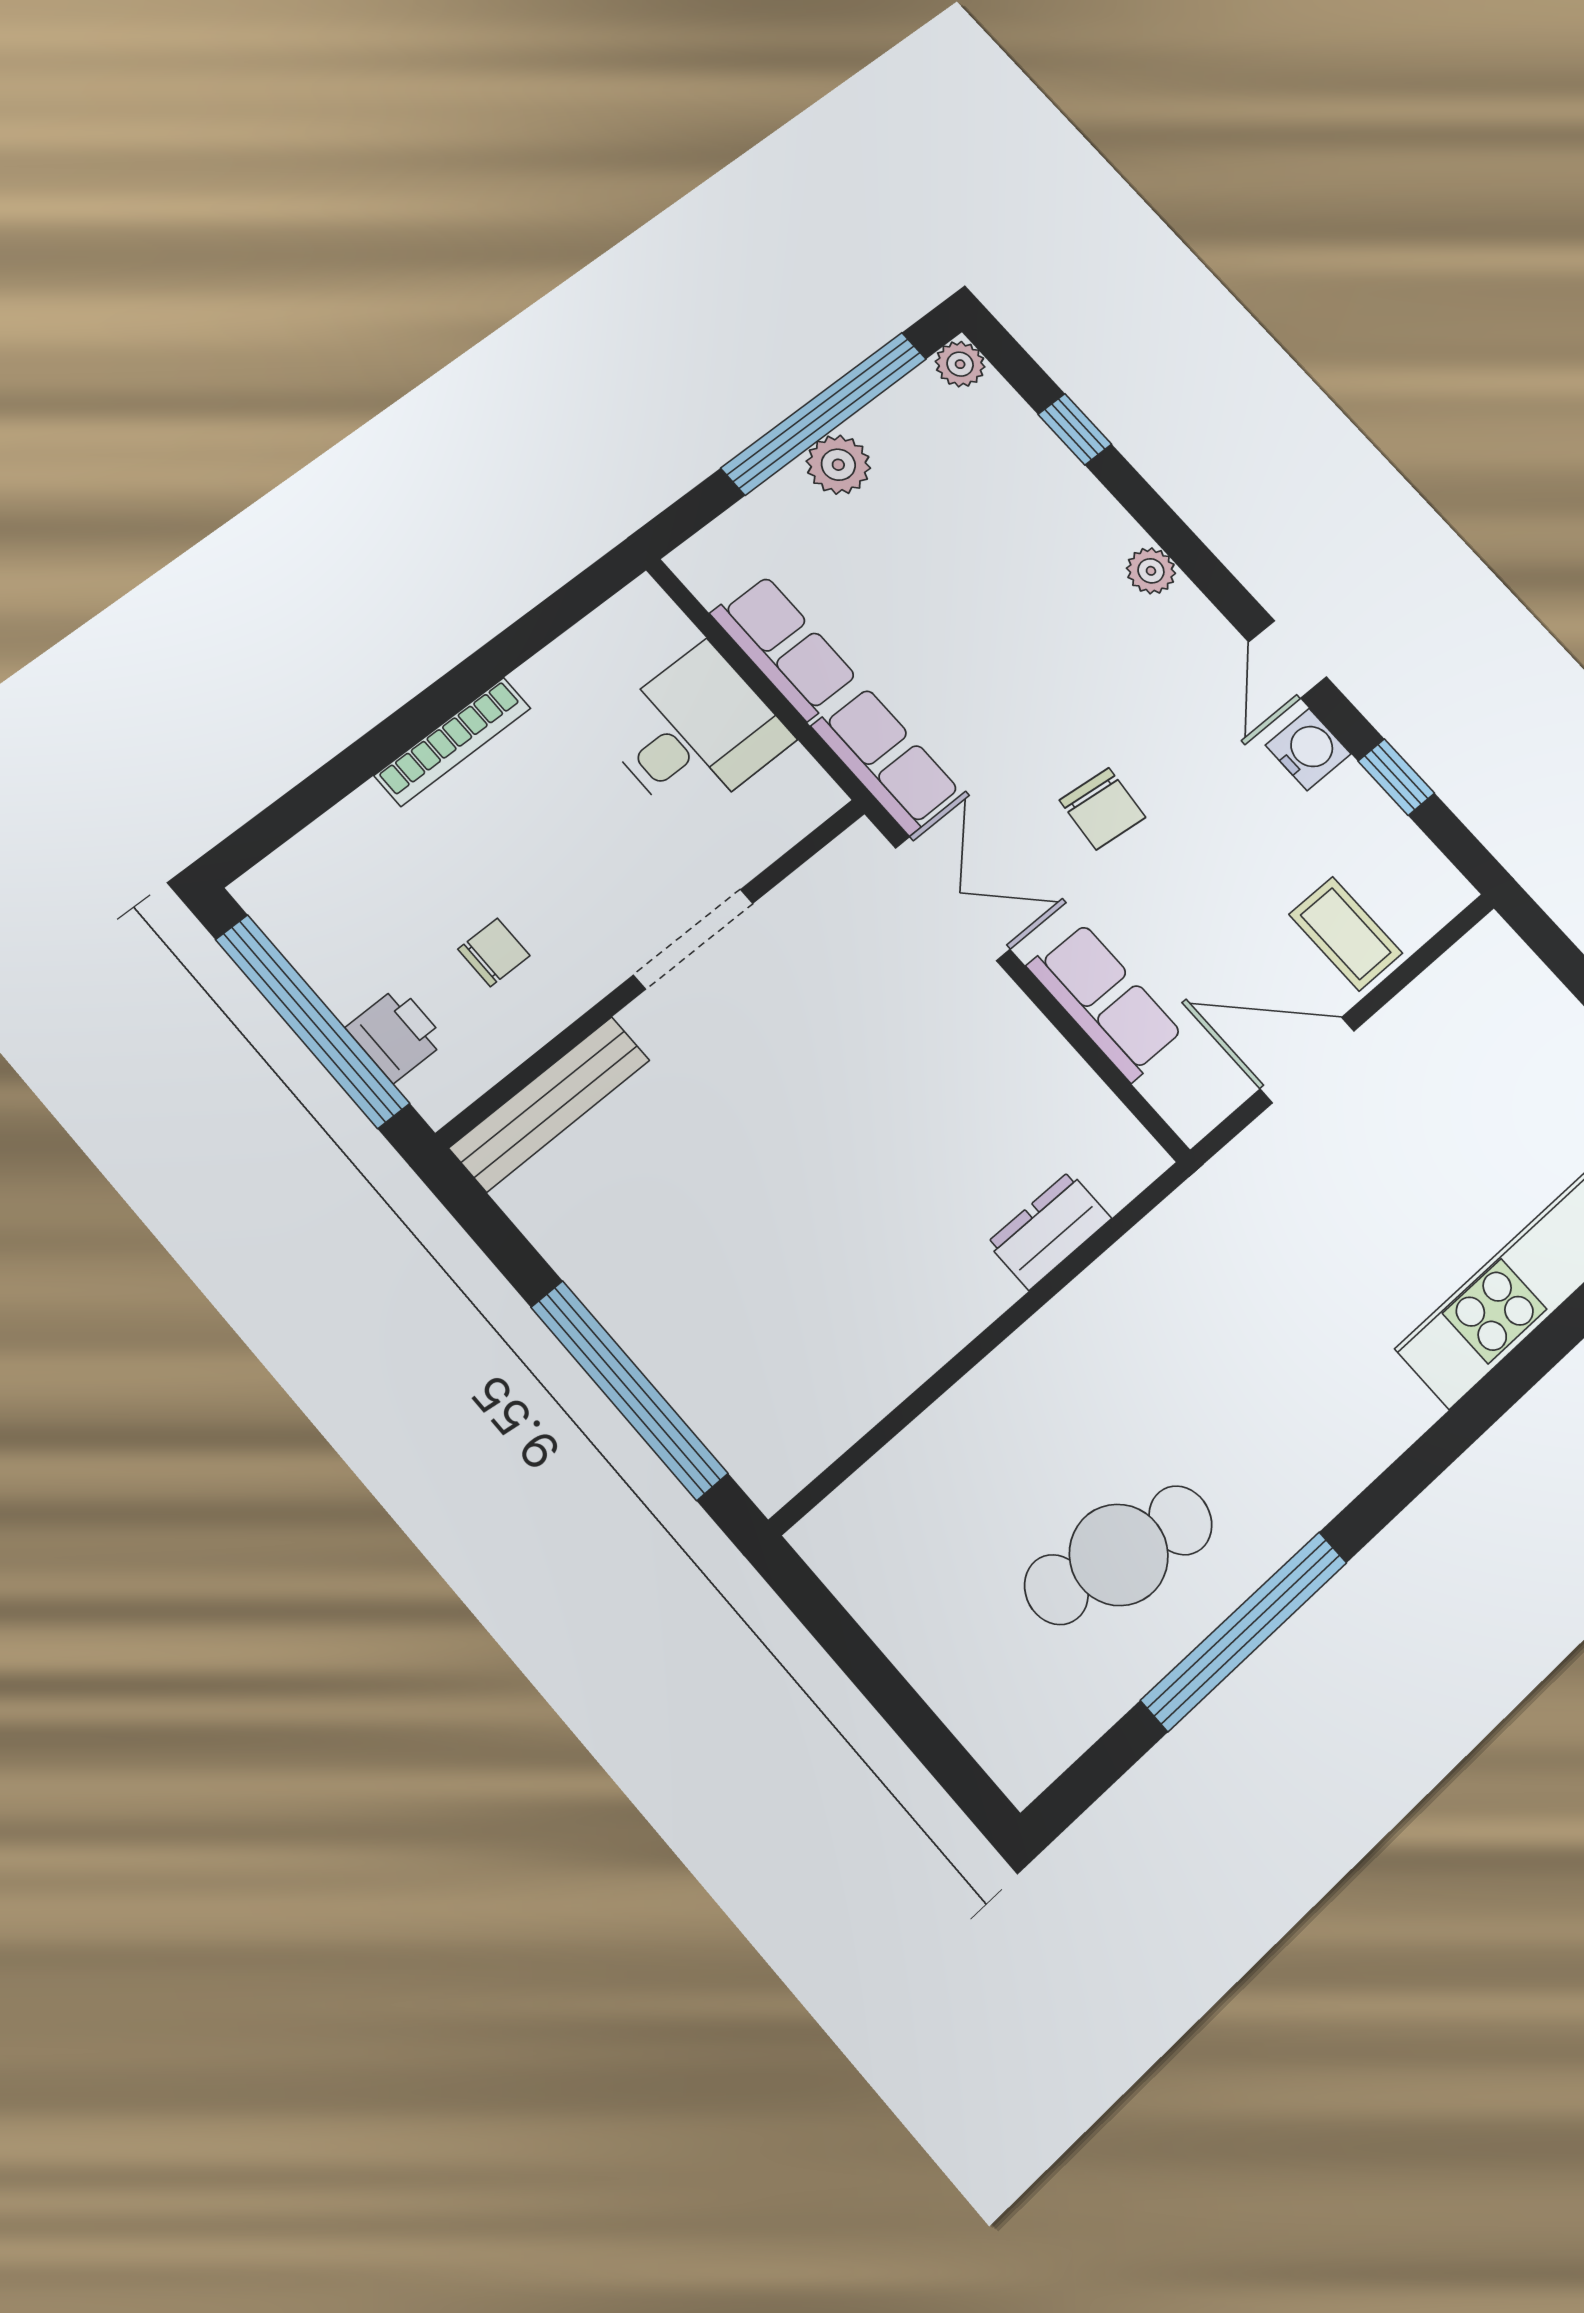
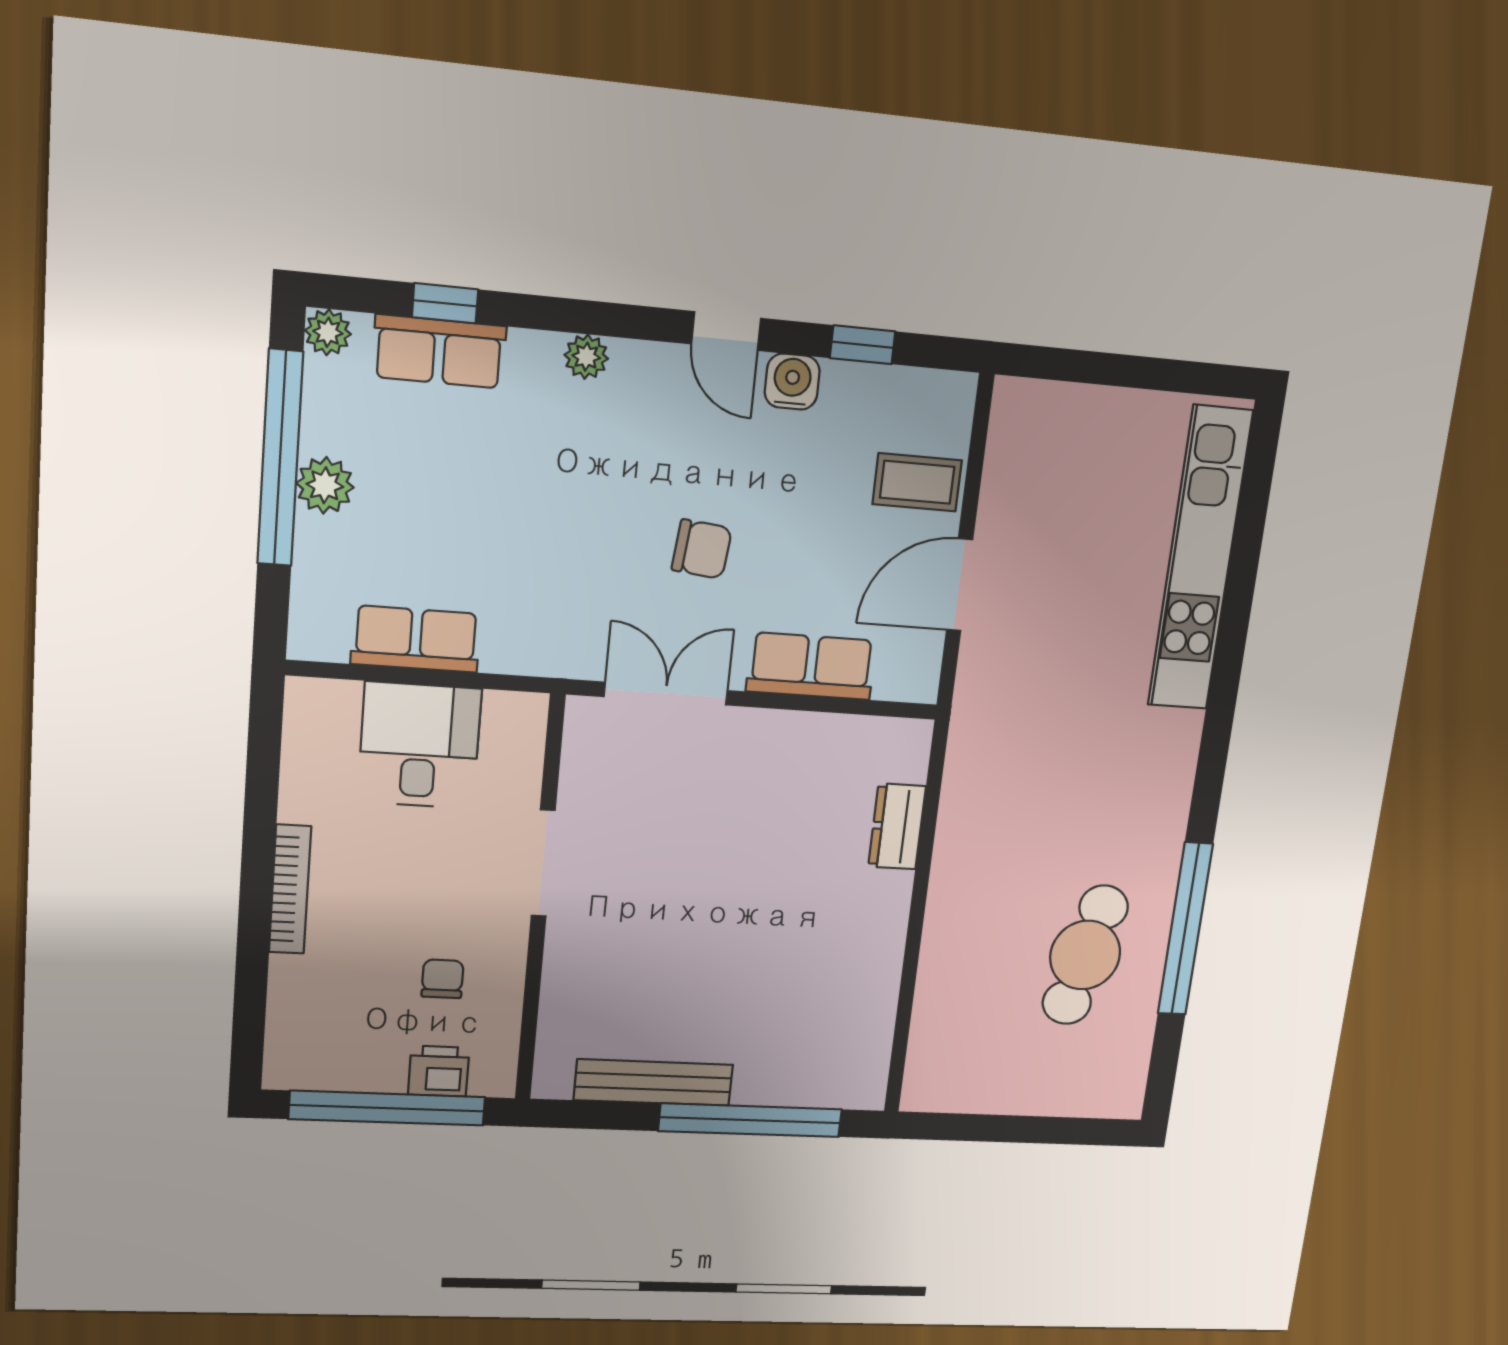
row of seats: (887, 760) -> (439, 352), moved, turned 180
bench: (550, 1104) -> (653, 1082), moved, turned 90

